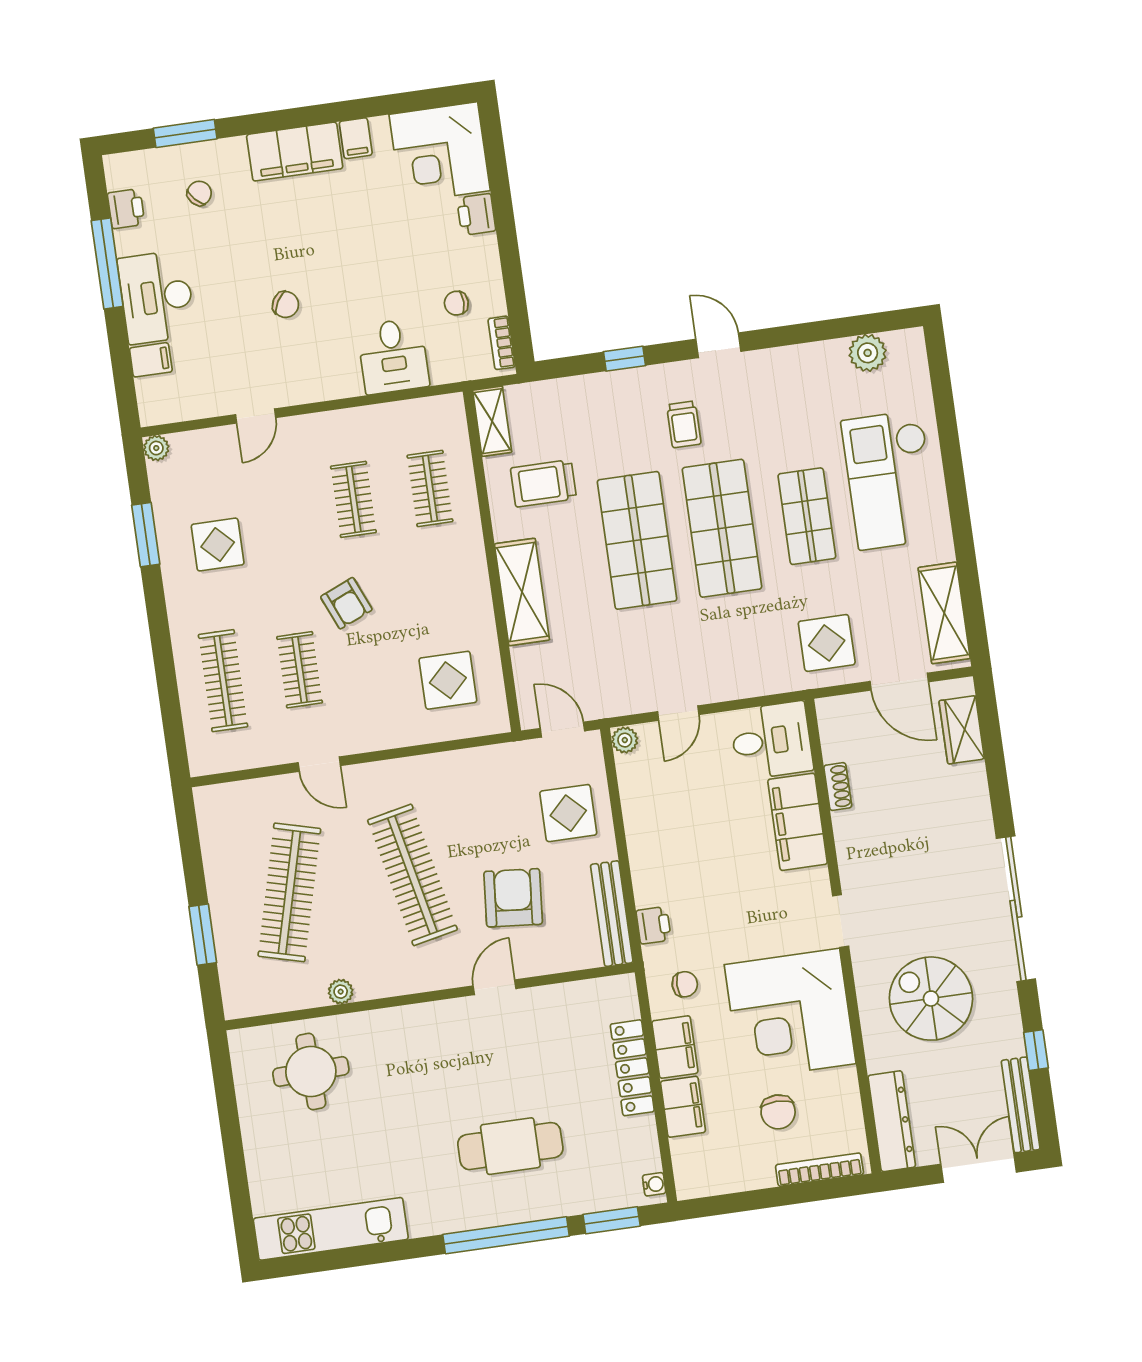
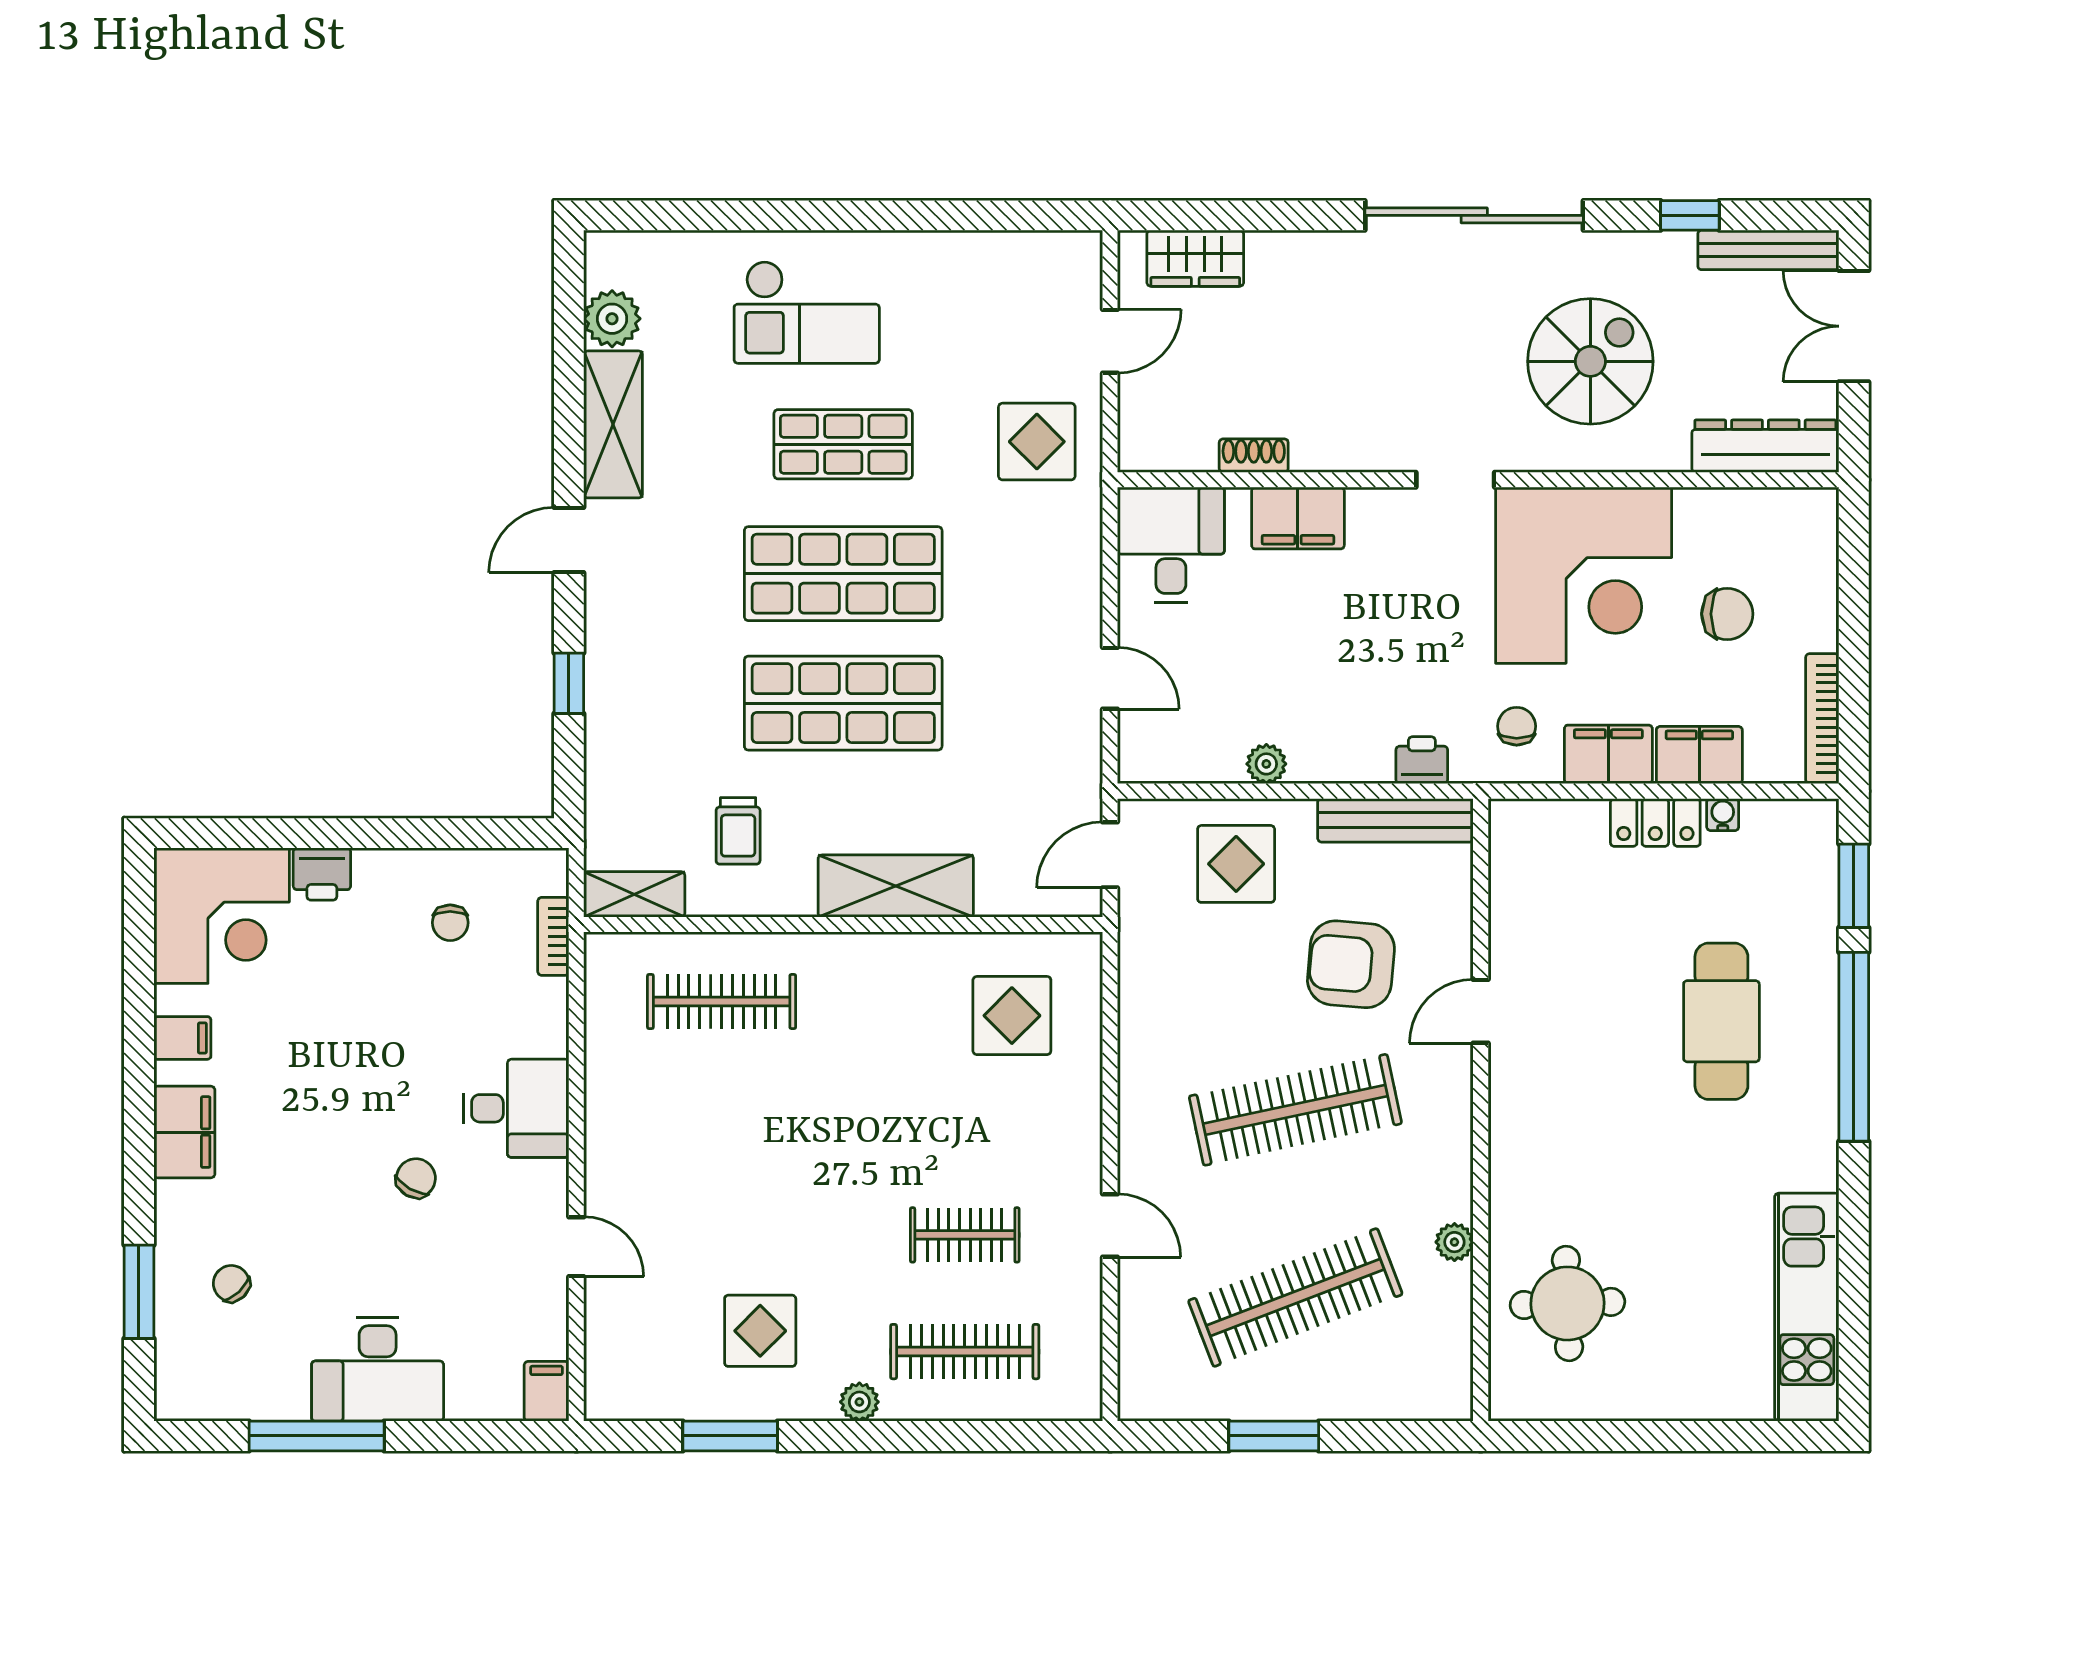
filing cabinet: (295, 152) -> (184, 1132), width x0.67, depth x0.86
printer: (126, 209) -> (239, 1396), removed
bookcase: (502, 343) -> (553, 936), moved, turned 90
desk: (393, 356) -> (516, 1108), moved
filing cabinet: (151, 360) -> (547, 1391), moved
trolley: (684, 424) -> (680, 609), removed
plant: (156, 448) -> (859, 1402), moved
checkout: (890, 480) -> (807, 312), width x0.73, depth x0.83
trolley: (543, 483) -> (738, 831), width x0.73, depth x0.72
clothes rail: (430, 488) -> (722, 1002), width x1.36
clothes rail: (353, 499) -> (722, 1118), removed
armchair: (346, 603) -> (875, 1151), removed
shelving: (944, 613) -> (613, 424), moved, turned 90
door: (899, 682) -> (1110, 341), width x0.73
plant: (625, 740) -> (1266, 764), moved
door: (319, 764) -> (1110, 1225), hinge flipped
filing cabinet: (797, 822) -> (1298, 518), width x0.67, depth x0.86
clothes rail: (289, 892) -> (1295, 1297), turned -36
window: (203, 935) -> (1274, 1436), moved
door: (494, 987) -> (1481, 1011), hinge flipped
spiral stairs: (931, 999) -> (1590, 361), turned 180
locker: (632, 1068) -> (1655, 822), width x0.66
bookcase: (819, 1170) -> (1822, 719), moved
water cooler: (654, 1184) -> (1723, 815), moved

